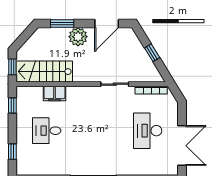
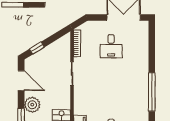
window: (152, 53) -> (37, 48), moved
desk: (148, 131) -> (111, 46), width x0.73

